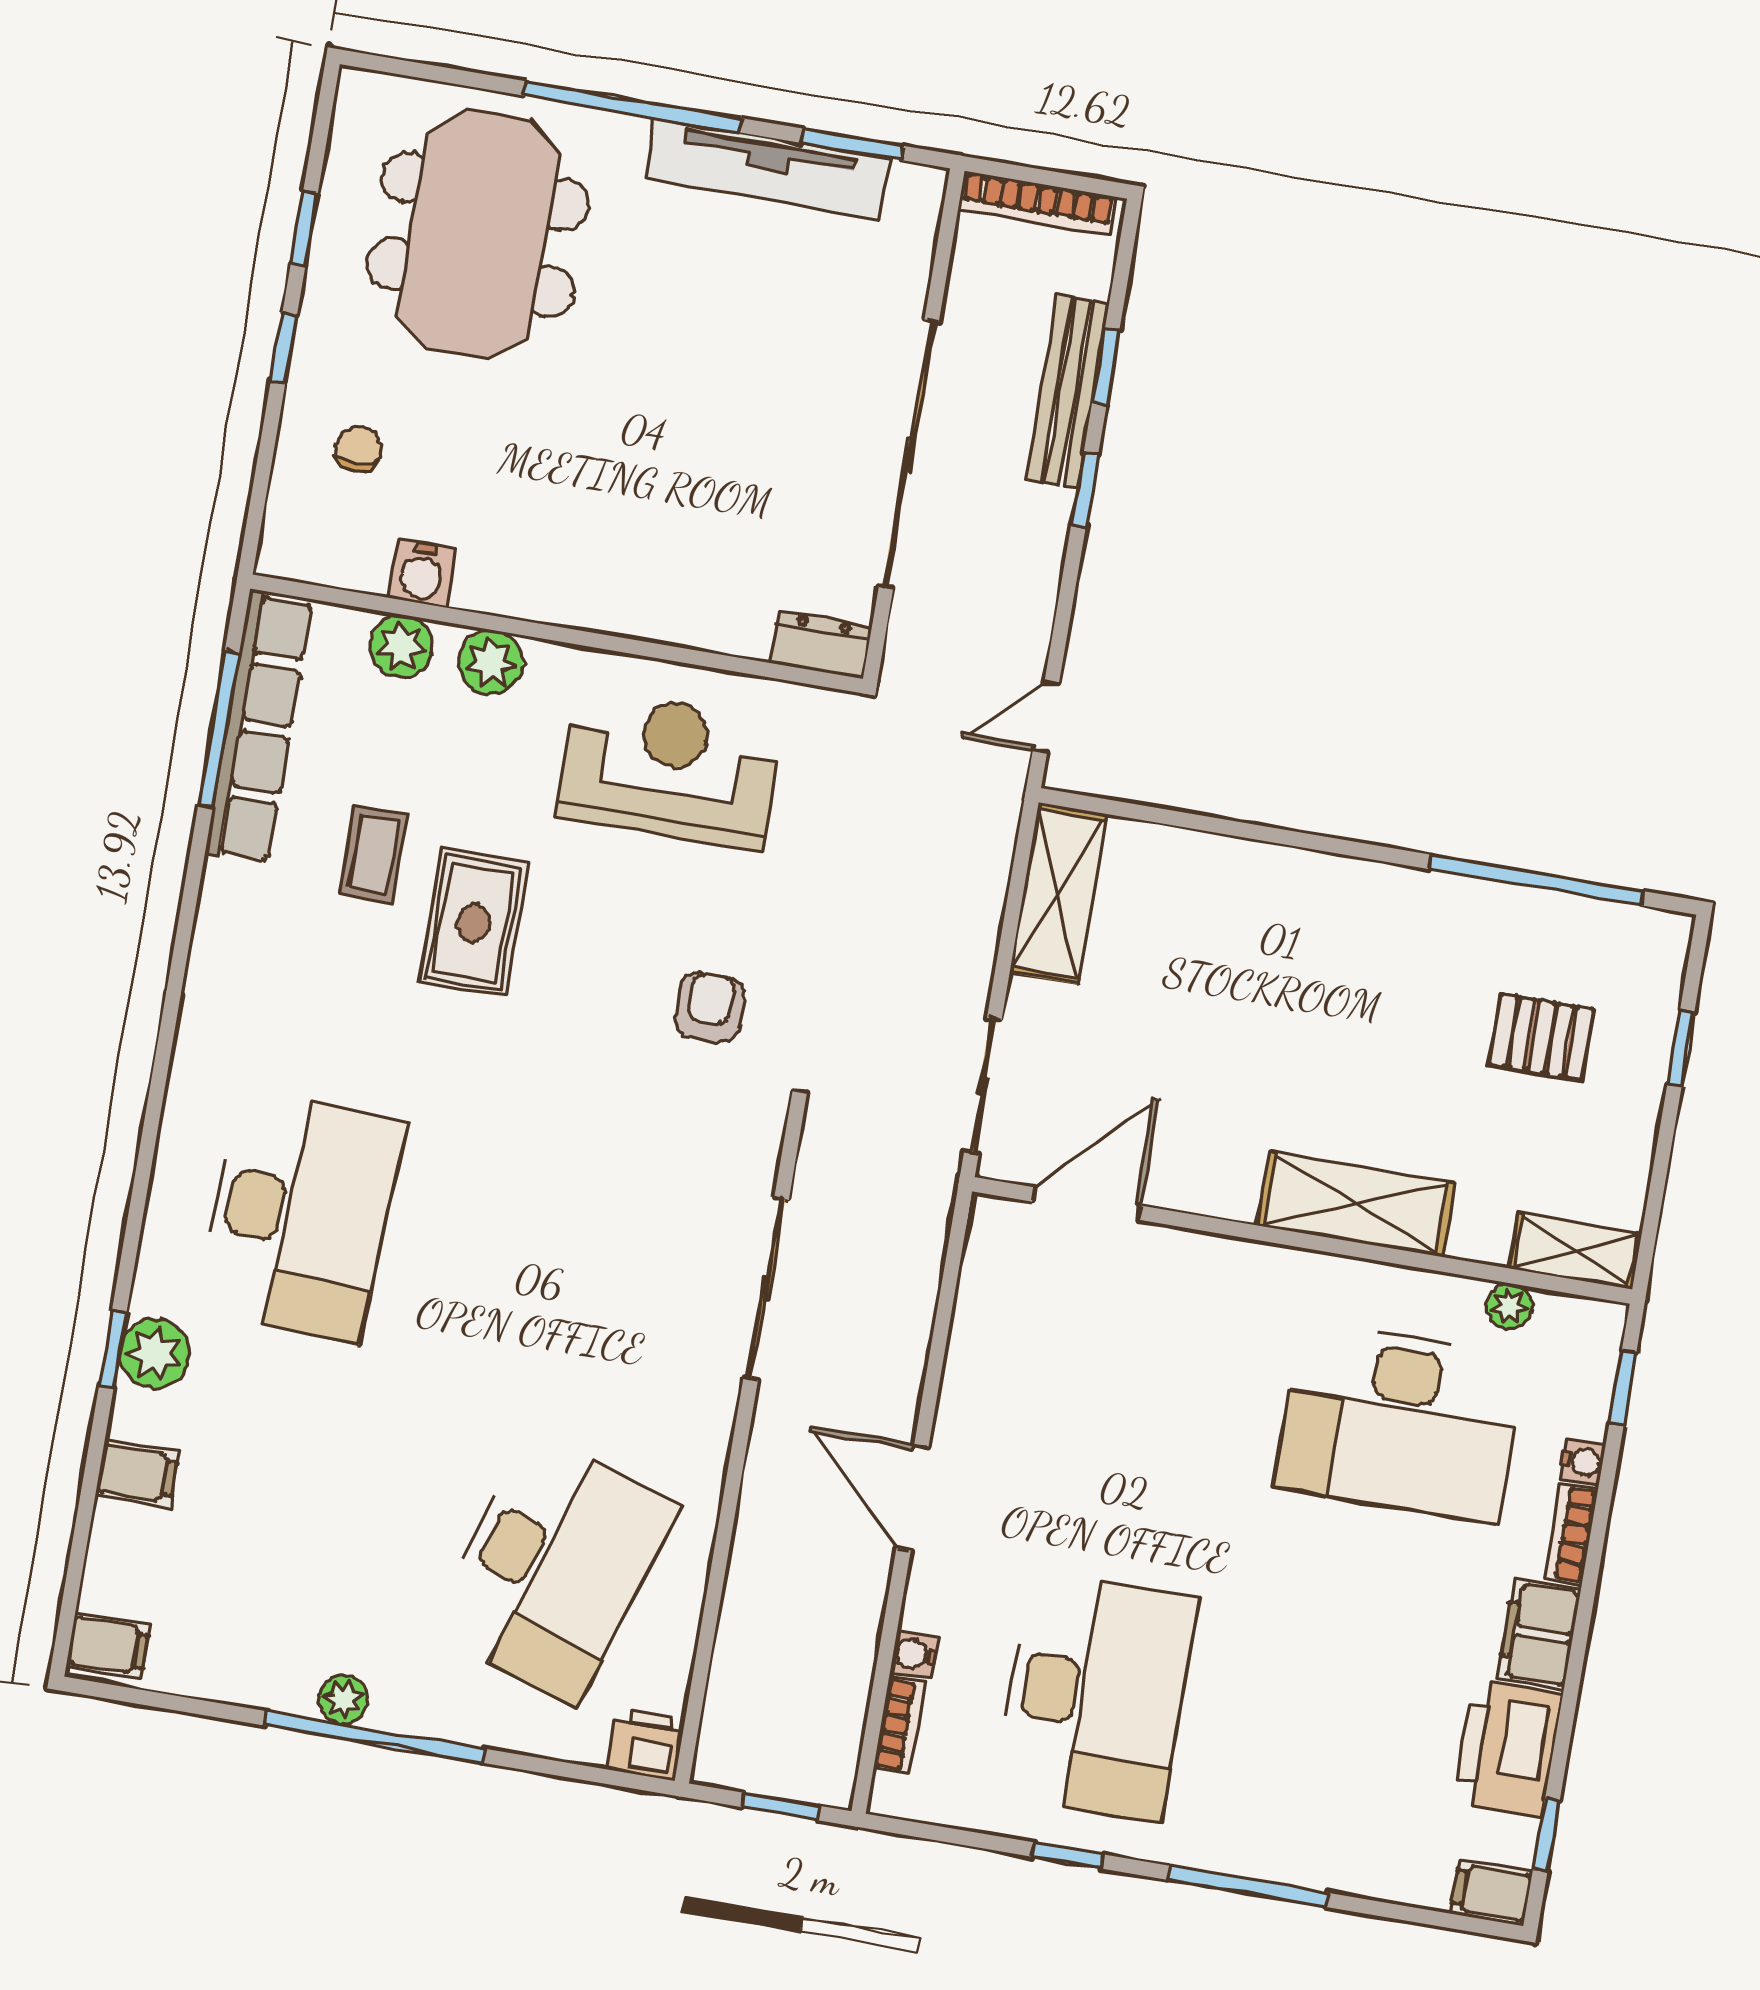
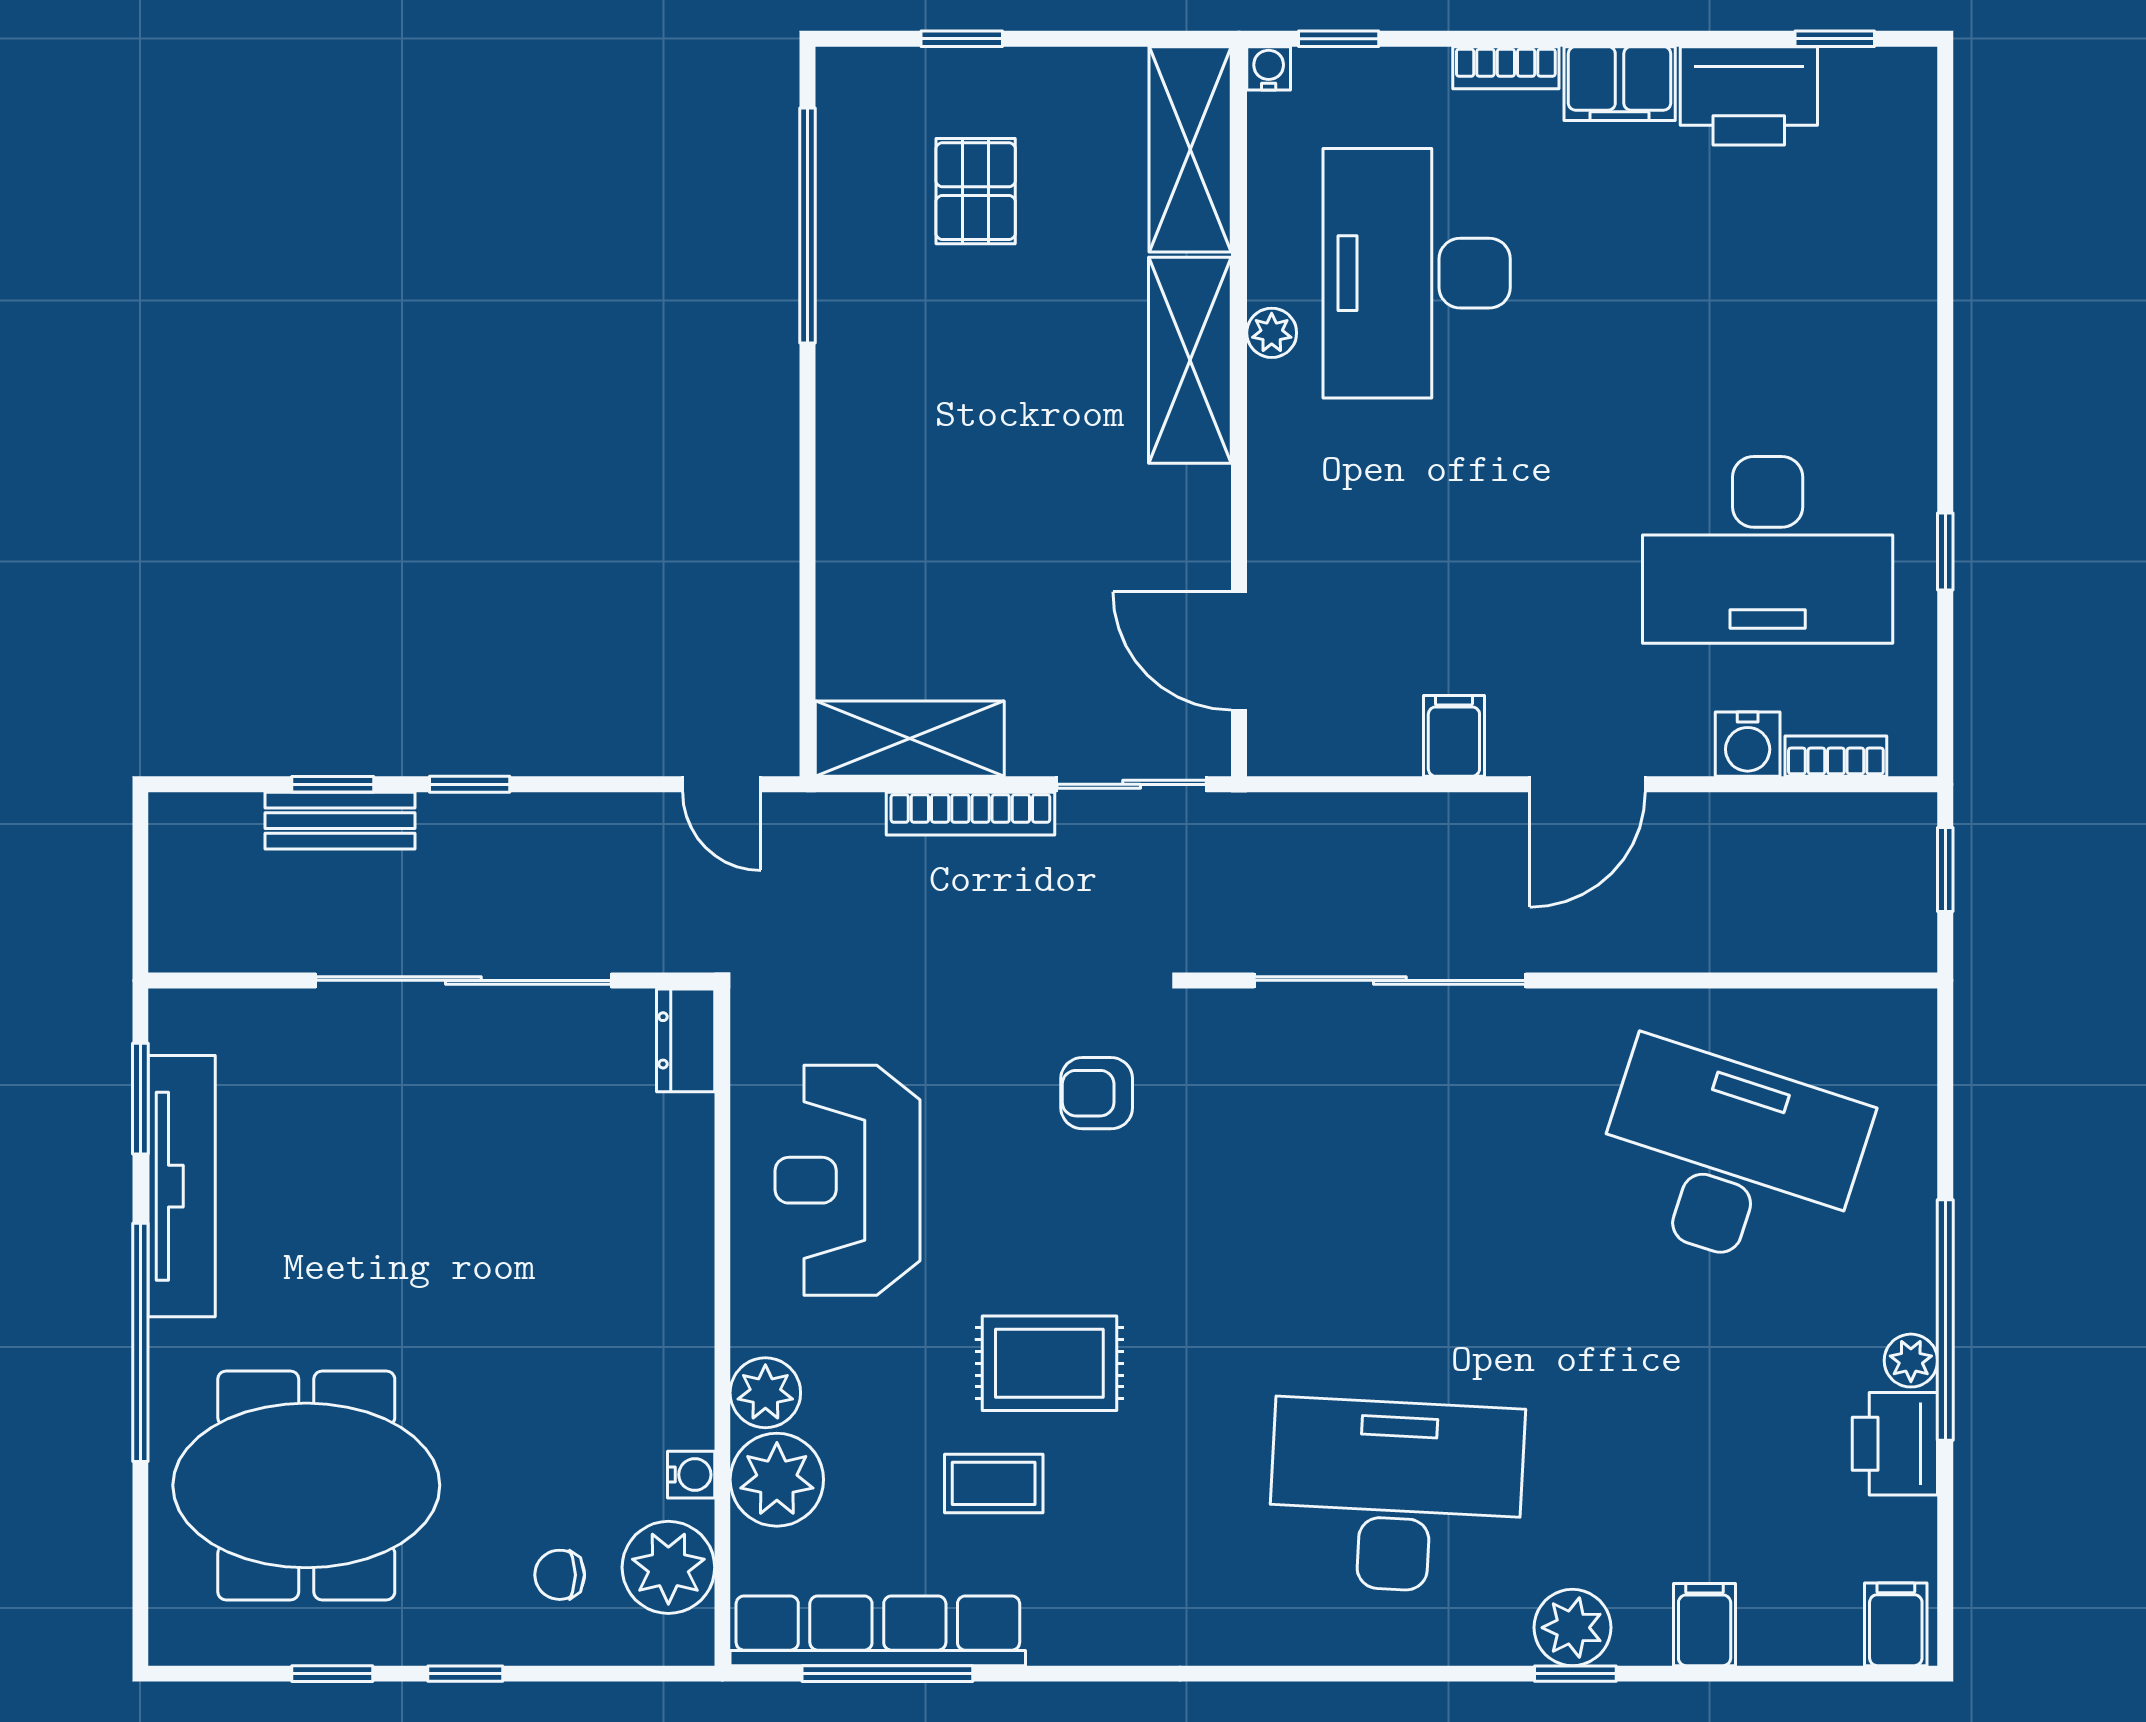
bookcase: (1037, 203) -> (970, 814), moved, turned 90
bench: (1068, 392) -> (340, 821), width x0.73
plant: (348, 548) -> (668, 1567), added
water cooler: (422, 573) -> (691, 1475), width x0.72, depth x0.72
plant: (401, 646) -> (777, 1480), width x1.36, depth x1.36
shelving: (1575, 1251) -> (1190, 149), width x1.50, depth x1.33
sliding door: (766, 1289) -> (1390, 980), width x1.36
plant: (1509, 1306) -> (1272, 333), moved
desk: (1399, 1422) -> (1417, 273), turned 180
water cooler: (1583, 1462) -> (1269, 68), moved
water cooler: (915, 1654) -> (1748, 744), width x1.38, depth x1.38
desk: (1096, 1696) -> (1768, 550), turned 180
printer: (646, 1744) -> (1895, 1444), moved, width x1.36, depth x1.24
window: (1248, 1886) -> (1945, 351), removed
filing cabinet: (1492, 1893) -> (1454, 736), moved, turned 180

